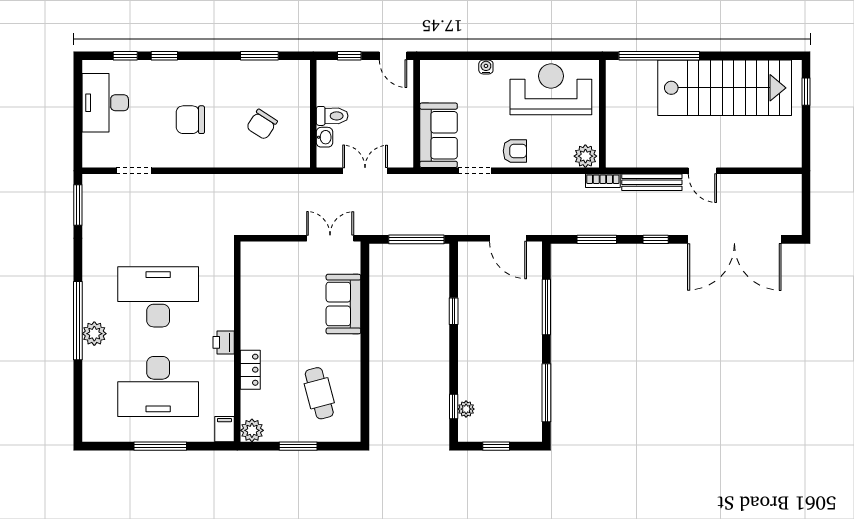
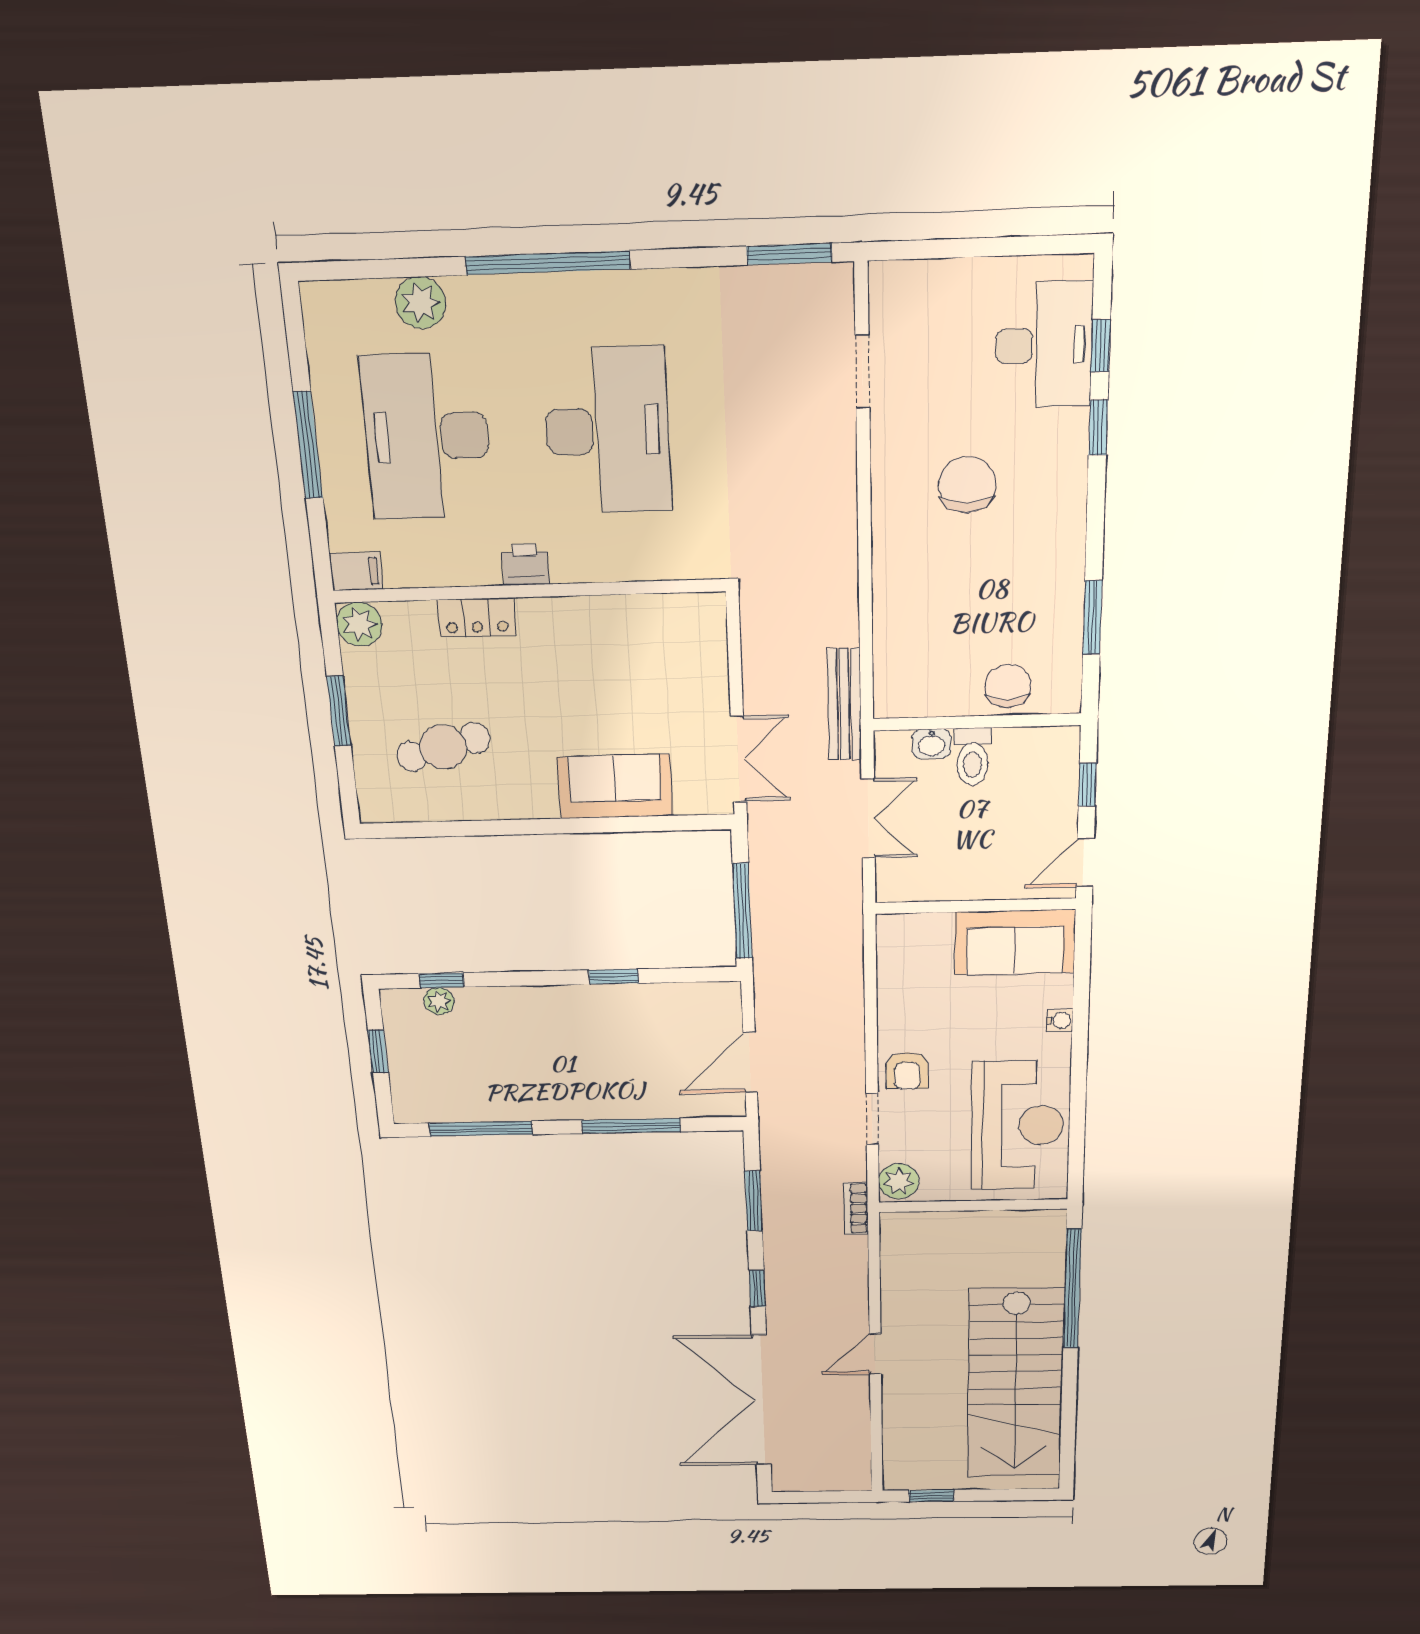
window: (806, 92) -> (931, 1496), moved
desk: (105, 103) -> (1044, 345), moved, turned 90
chair: (262, 124) -> (1008, 686), moved, turned 57
sofa: (439, 135) -> (1015, 942), moved
doorway: (475, 171) -> (872, 1119), moved
bench: (652, 182) -> (844, 705), moved
plant: (94, 334) -> (420, 303), moved

